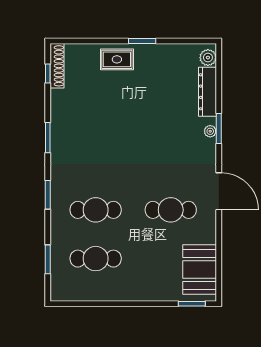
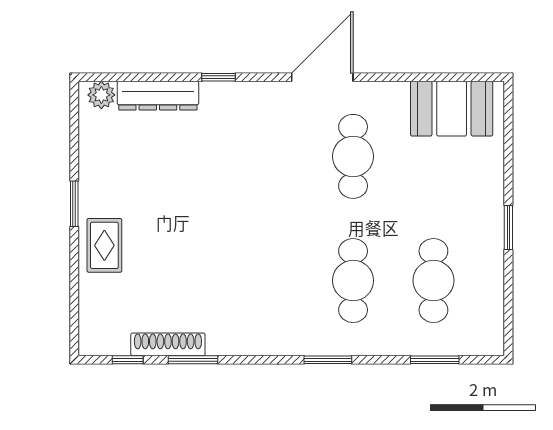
shoe rack: (57, 66) -> (168, 344), moved
window: (219, 128) -> (219, 77), width x0.67
plant: (210, 131) -> (223, 91), removed
window: (48, 138) -> (193, 360), moved
window: (192, 304) -> (508, 227), moved

